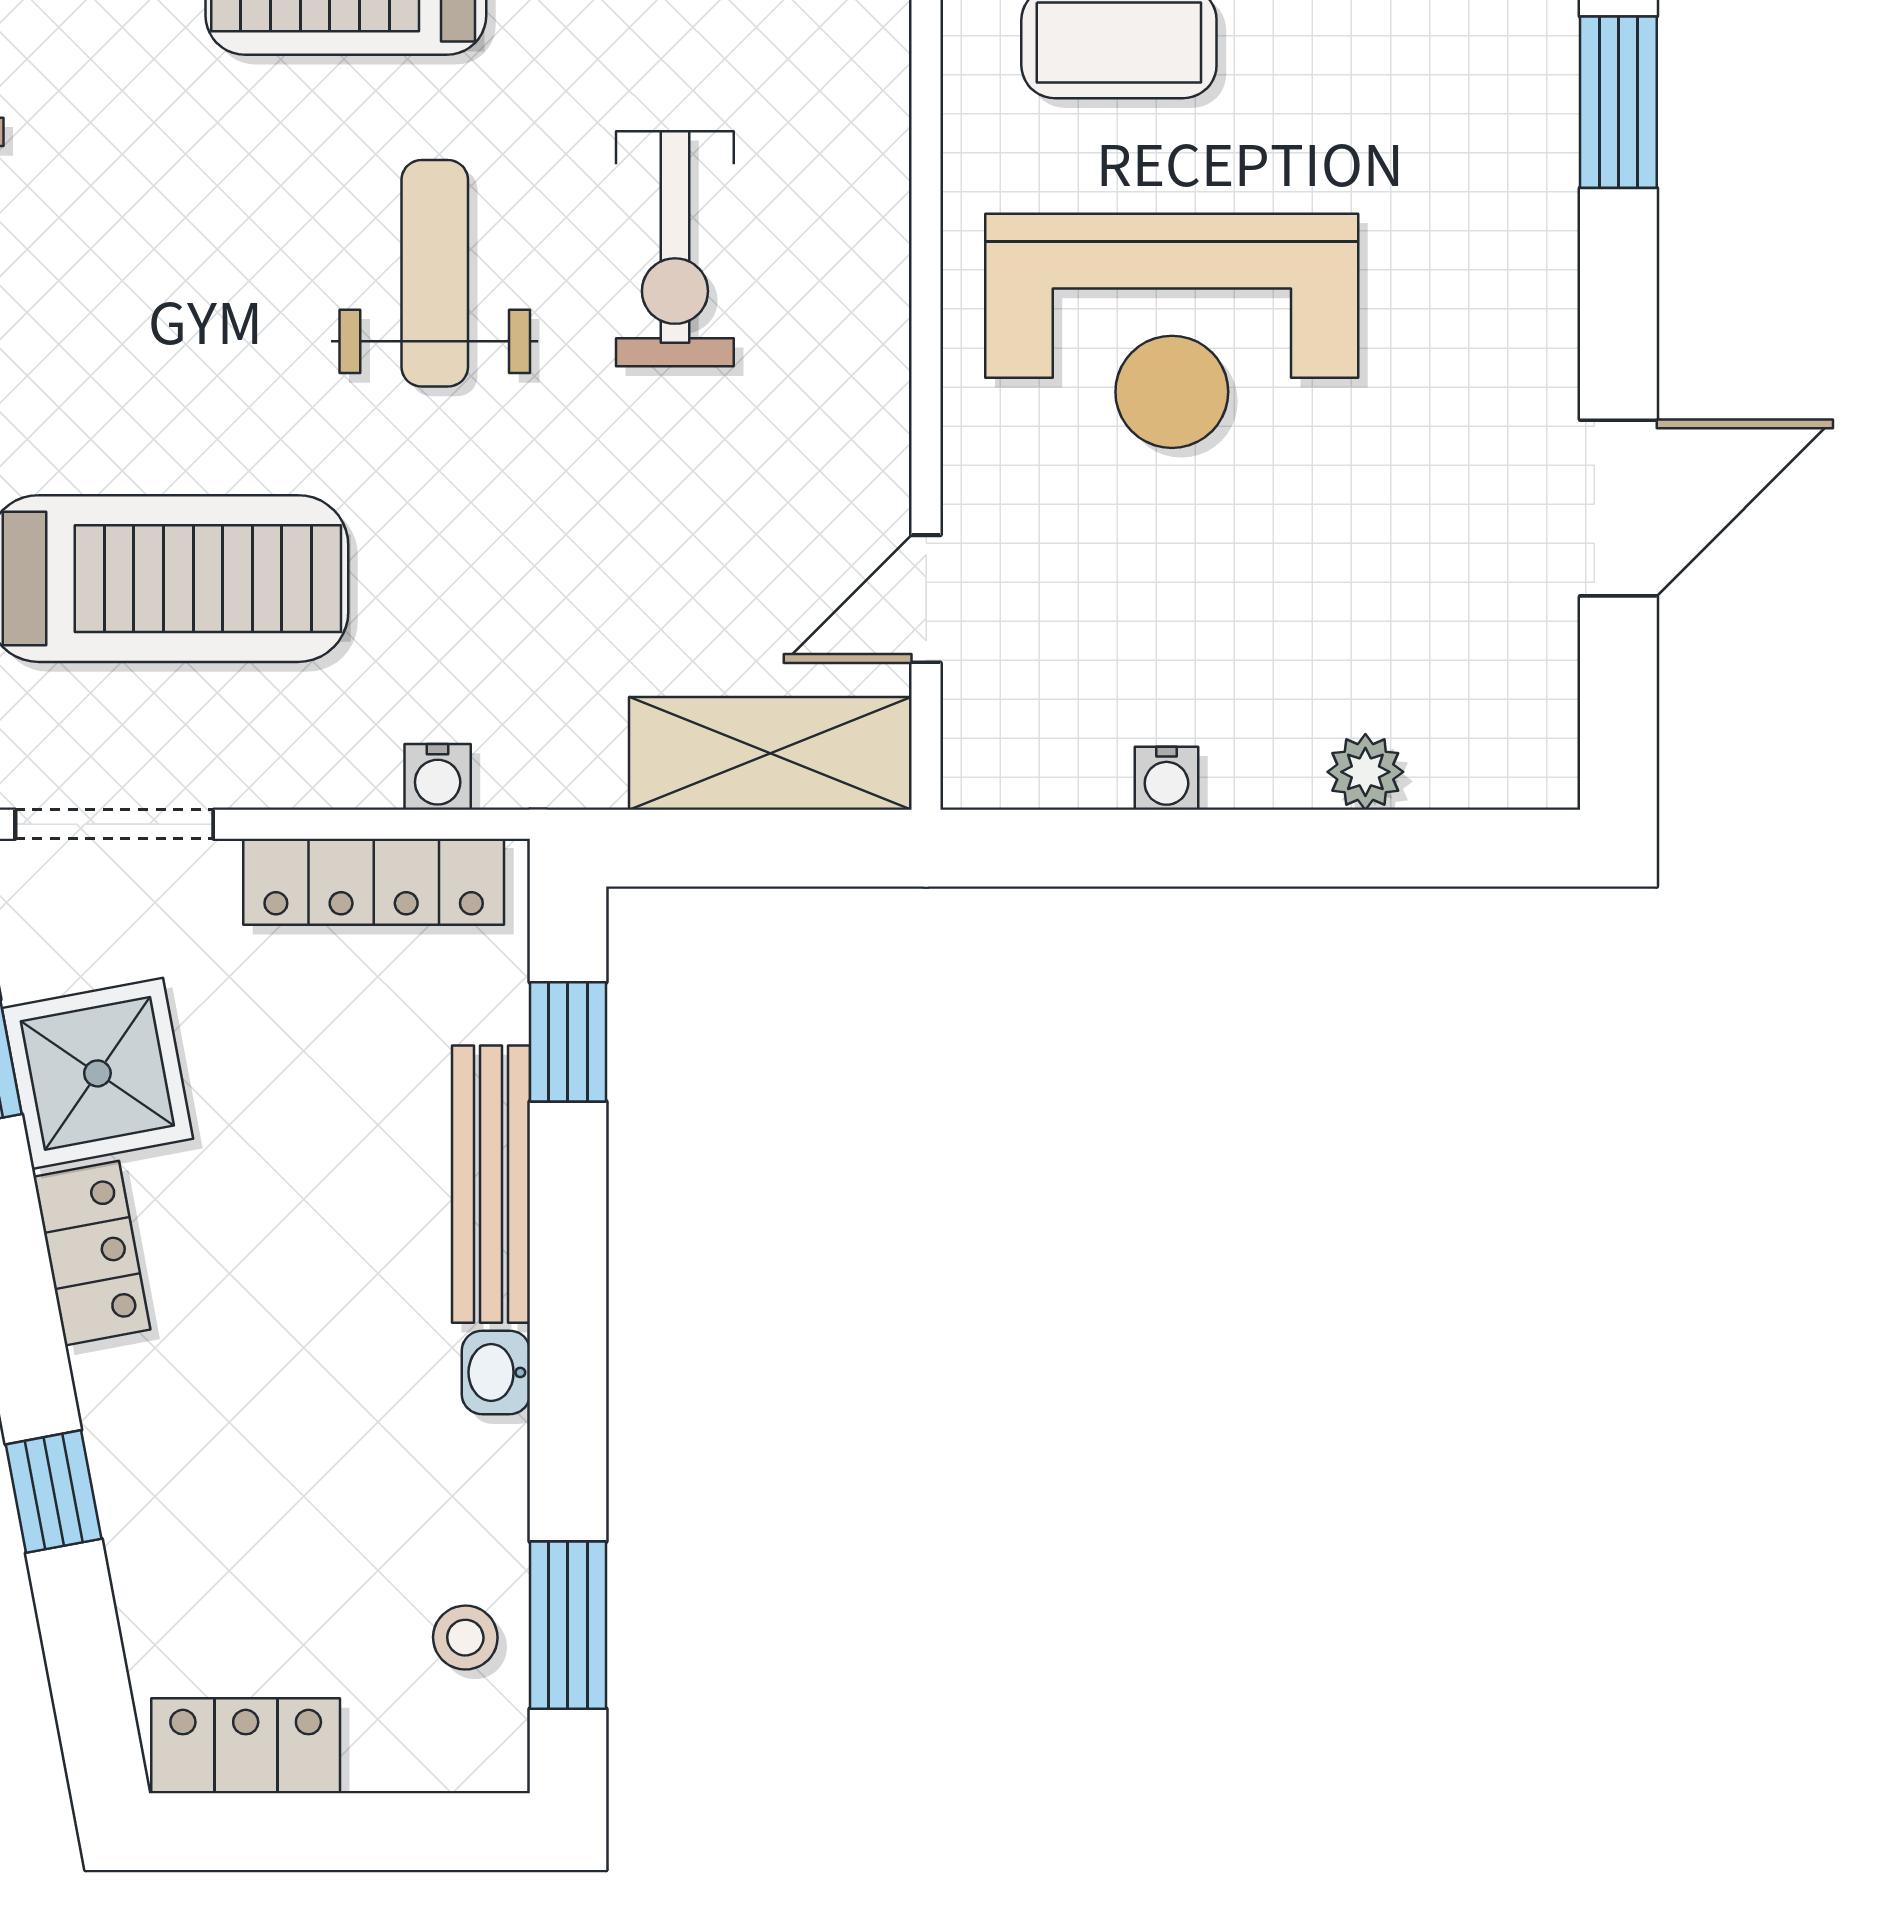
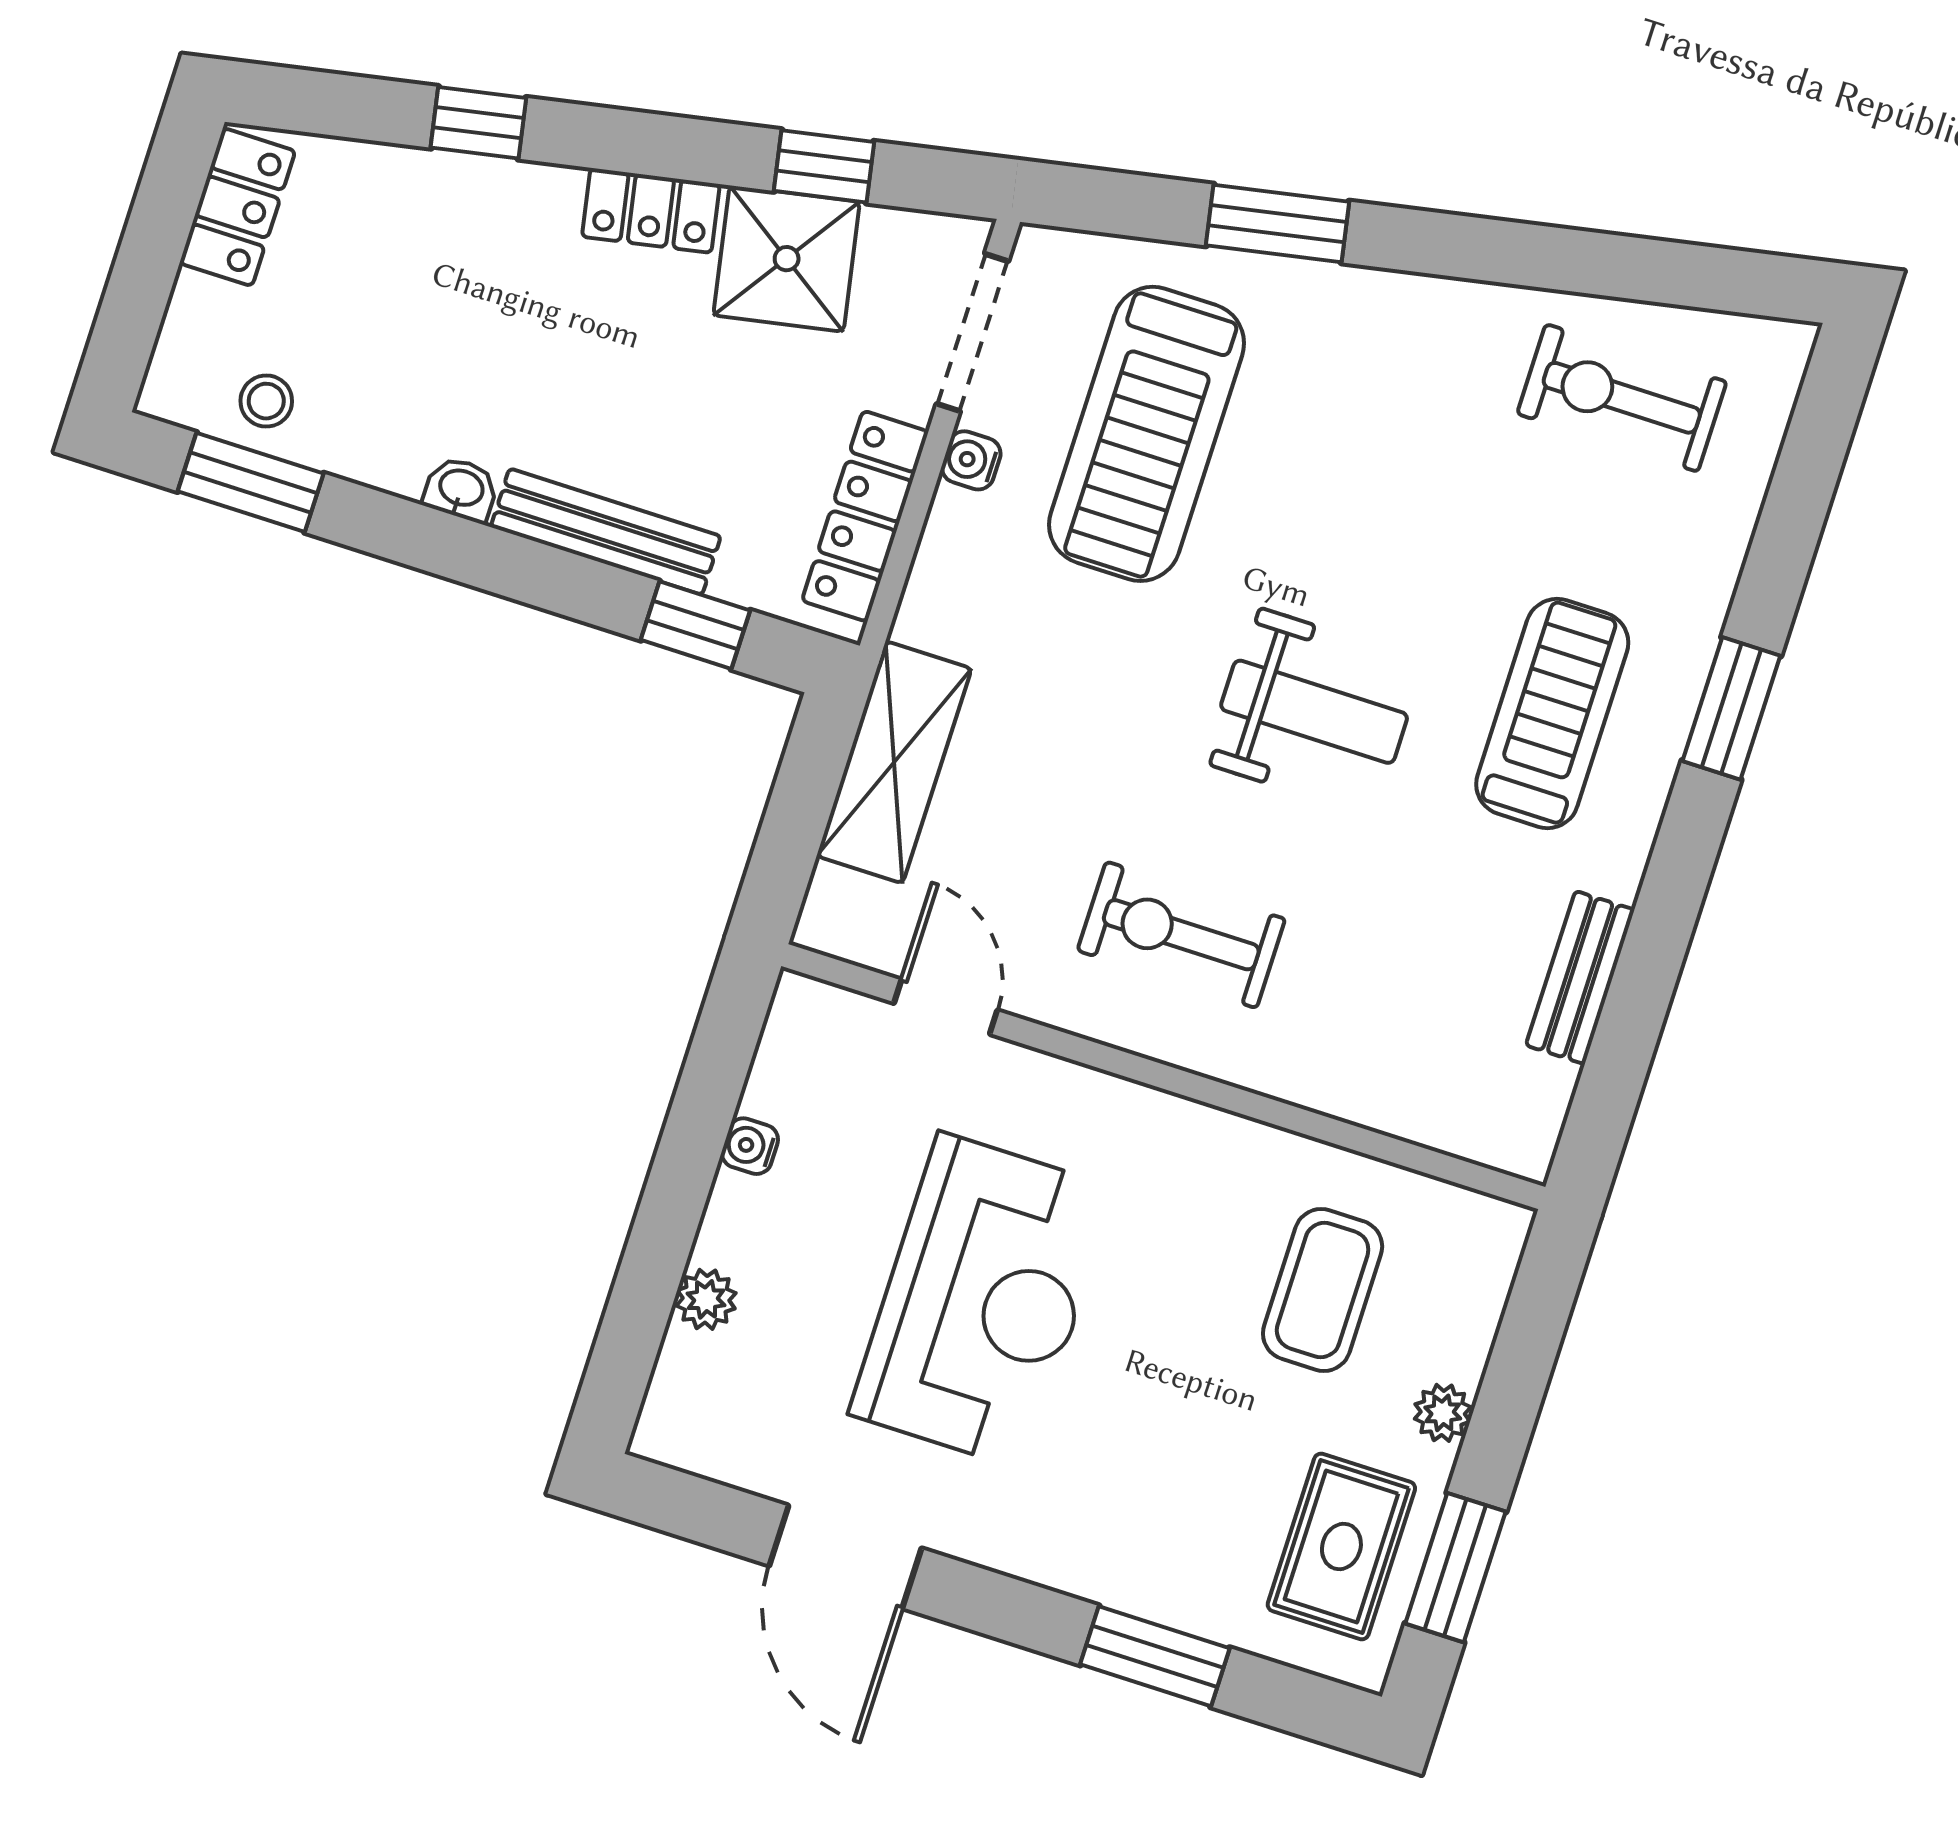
exercise bike: (675, 249) -> (1181, 935), moved
reception desk: (1172, 331) -> (982, 1301), moved, turned 180
shelving: (770, 753) -> (894, 762), moved
water cooler: (438, 777) -> (971, 460), moved

